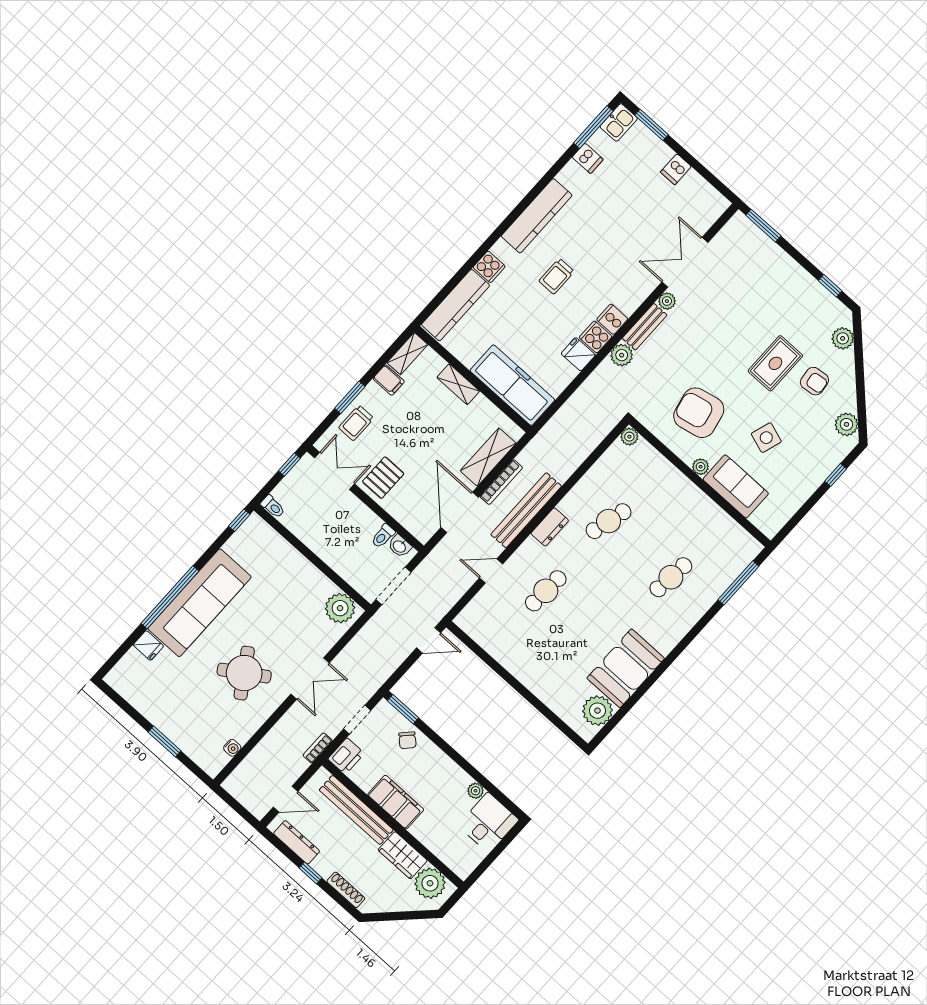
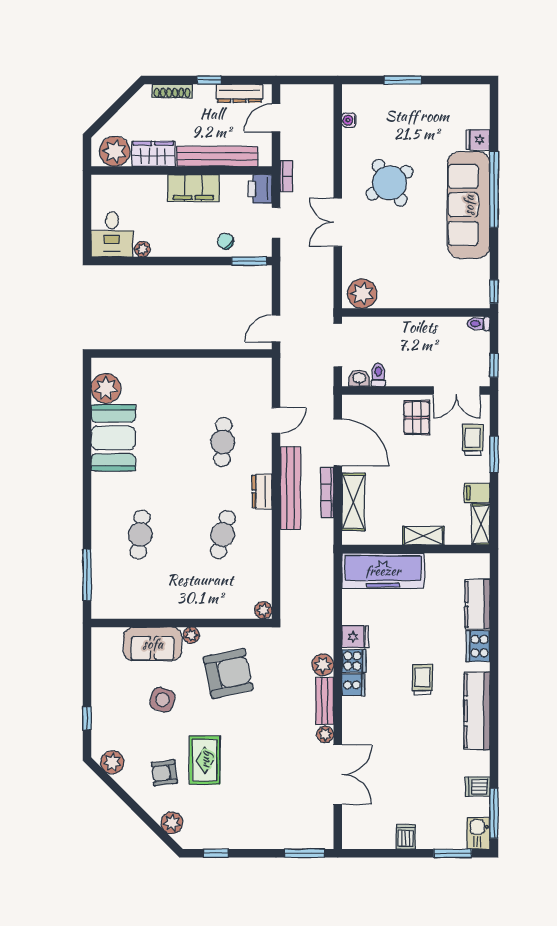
cooker: (489, 267) -> (478, 646), width x1.36
kitchen counter: (456, 305) -> (478, 604), width x0.67

